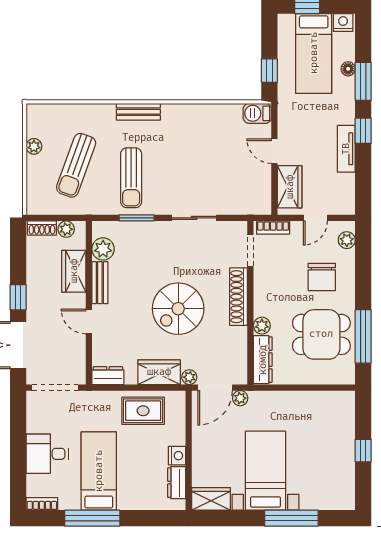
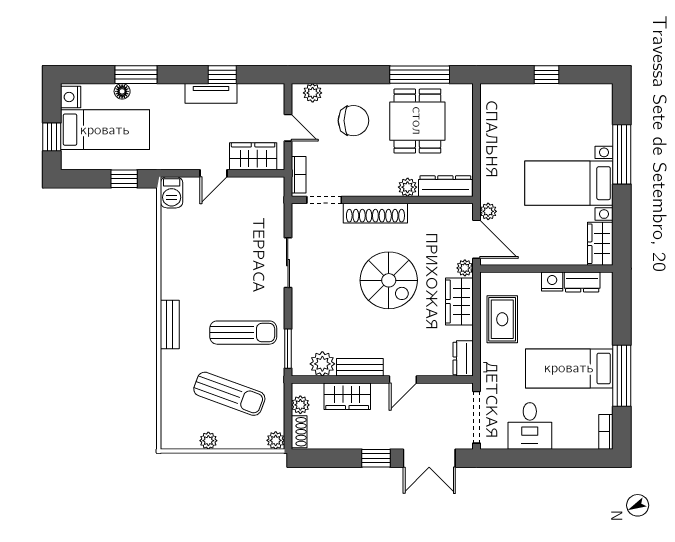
window: (363, 131) -> (222, 75), moved
plant: (34, 207) -> (276, 440), added
window: (137, 218) -> (288, 349), moved
desk: (47, 454) -> (530, 426), moved

